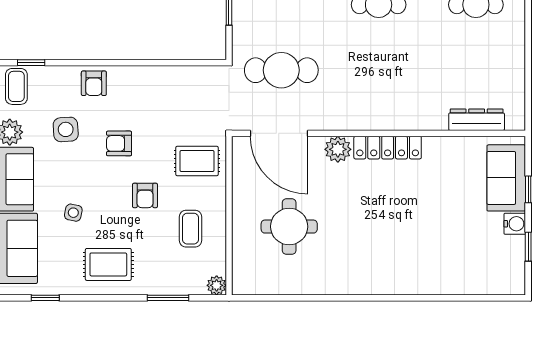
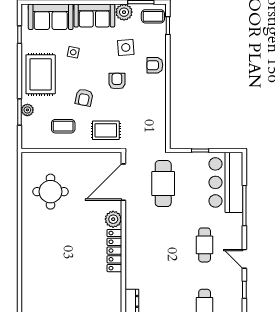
rug: (197, 161) -> (106, 130), turned 90
armchair: (145, 195) -> (84, 97), turned -79
round table: (289, 227) -> (51, 192), moved
rug: (108, 264) -> (41, 74), width x1.36, depth x1.43
plant: (217, 285) -> (27, 110), moved

